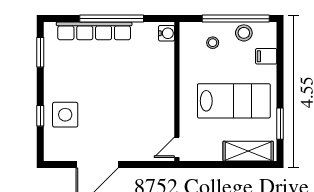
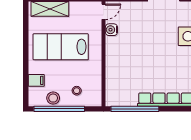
window: (112, 19) -> (135, 109), moved
water cooler: (167, 33) -> (111, 30), moved
window: (280, 124) -> (26, 30), removed

